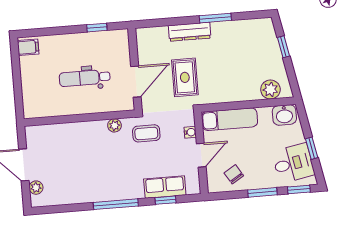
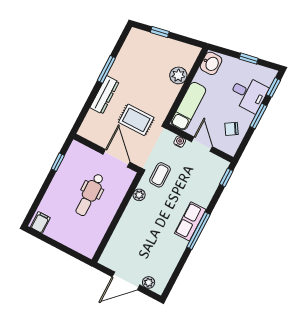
plant: (270, 90) -> (178, 75), moved
desk: (293, 163) -> (248, 94), moved, turned 101
row of seats: (165, 187) -> (190, 221), moved
window: (165, 200) -> (226, 177), moved

